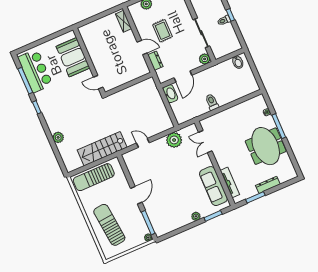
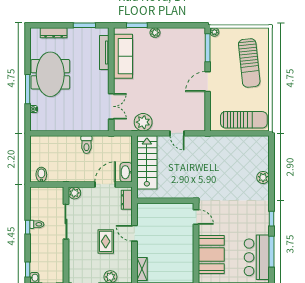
dresser: (155, 61) -> (127, 200), moved
stairs: (102, 149) -> (147, 162), moved, turned -90
dresser: (268, 185) -> (54, 33), moved

